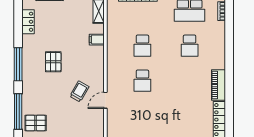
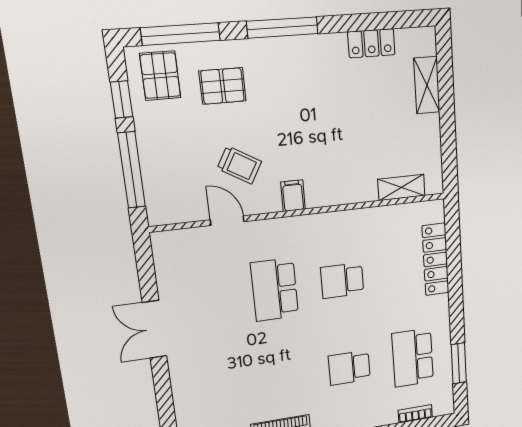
filing cabinet: (97, 40) -> (293, 196), moved
pallet: (53, 62) -> (223, 86), moved
school desk: (142, 81) -> (275, 290), width x1.85

